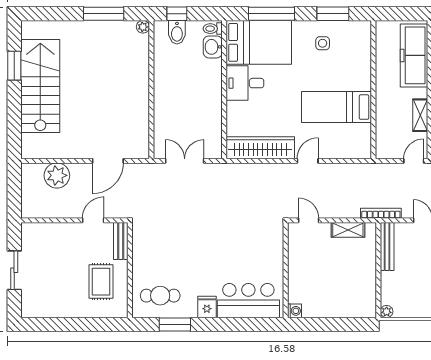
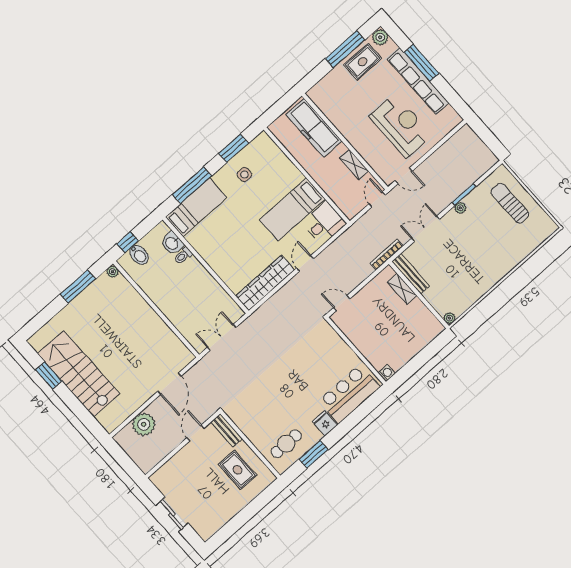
toilet: (213, 29) -> (183, 256), moved
bed: (259, 42) -> (196, 207), width x0.67
desk: (245, 83) -> (324, 223), moved, turned 180
shelving: (348, 230) -> (402, 289), moved, turned 90

